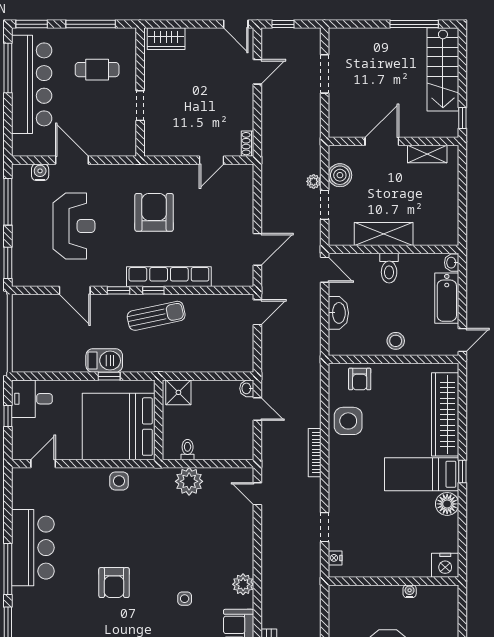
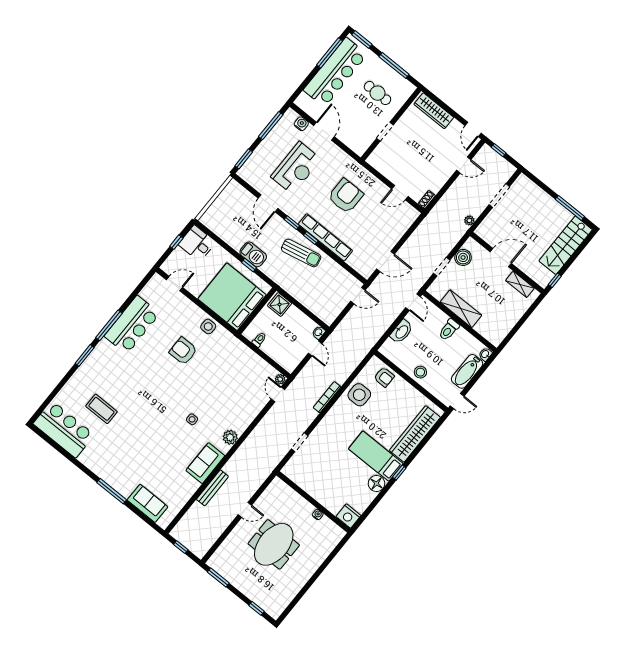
wardrobe: (166, 39) -> (434, 111), width x1.50
plant: (314, 181) -> (469, 220), moved
armchair: (360, 379) -> (384, 377), turned -90
plant: (189, 481) -> (280, 379), moved, width x0.53, depth x0.53
nightstand: (335, 558) -> (292, 463), removed
armchair: (114, 583) -> (183, 351), moved, turned 90

